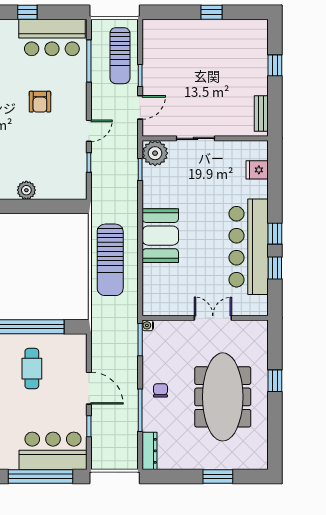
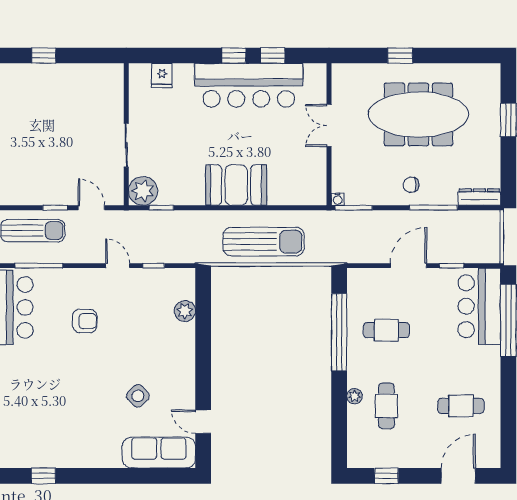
bench: (261, 114) -> (98, 71), removed
plant: (26, 190) -> (185, 311), moved

